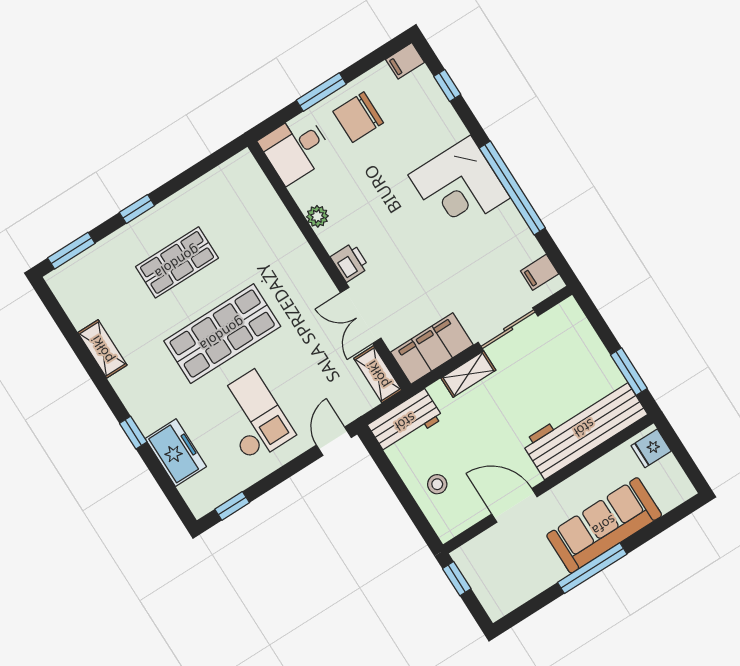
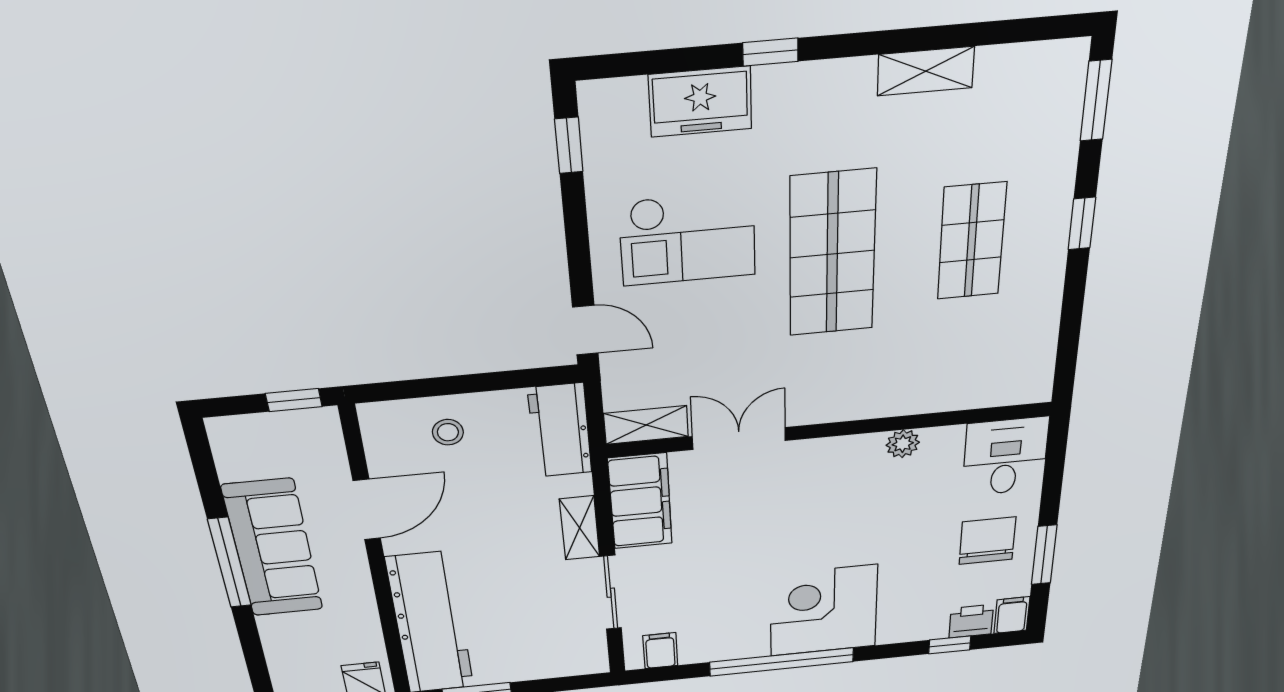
window: (321, 92) -> (1044, 555), moved
printer: (350, 262) -> (971, 621), moved, turned 180
sofa: (604, 525) -> (273, 548), moved

